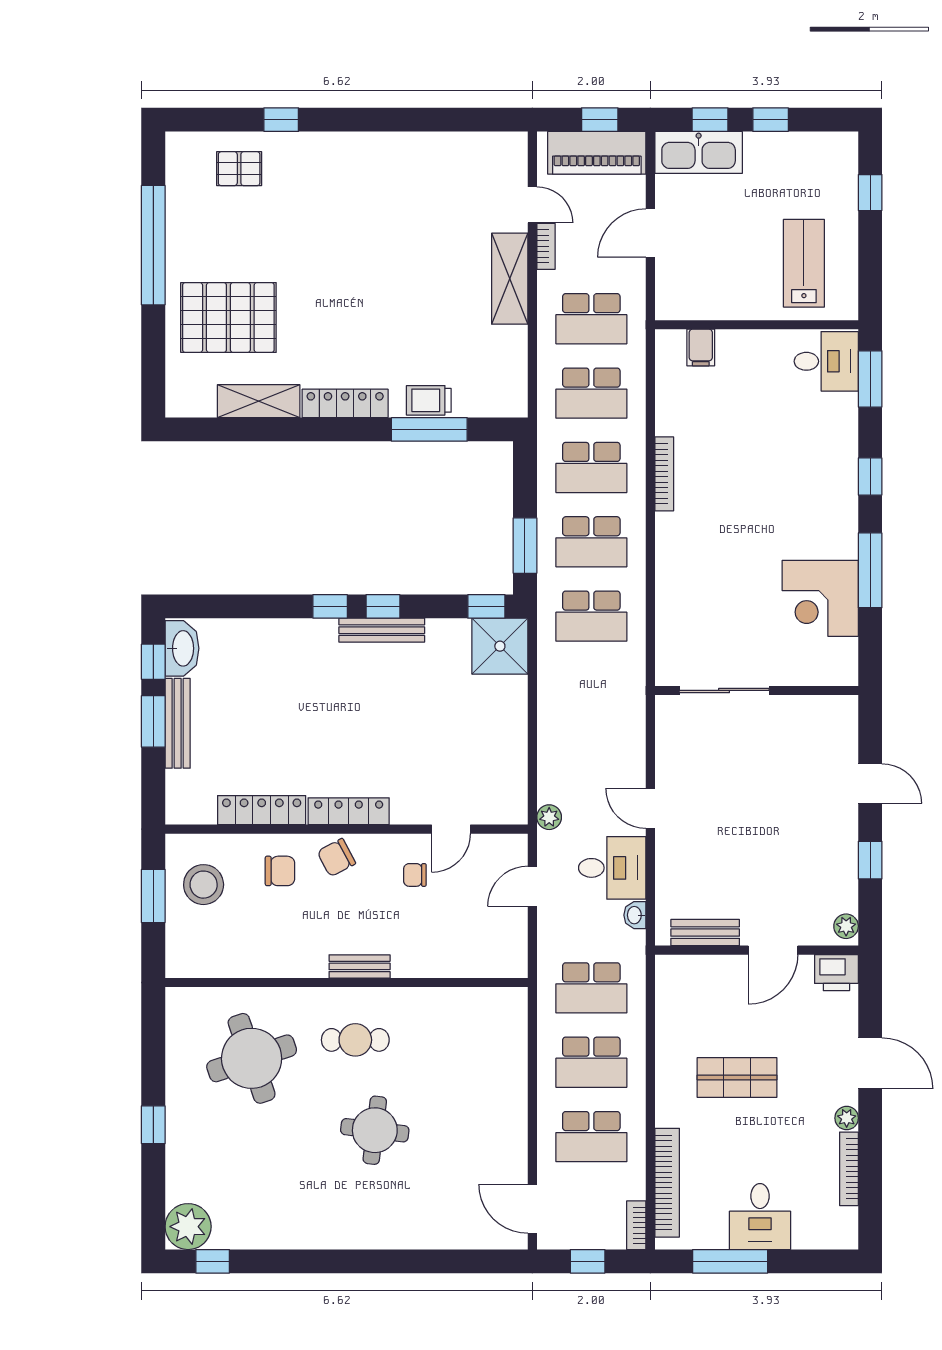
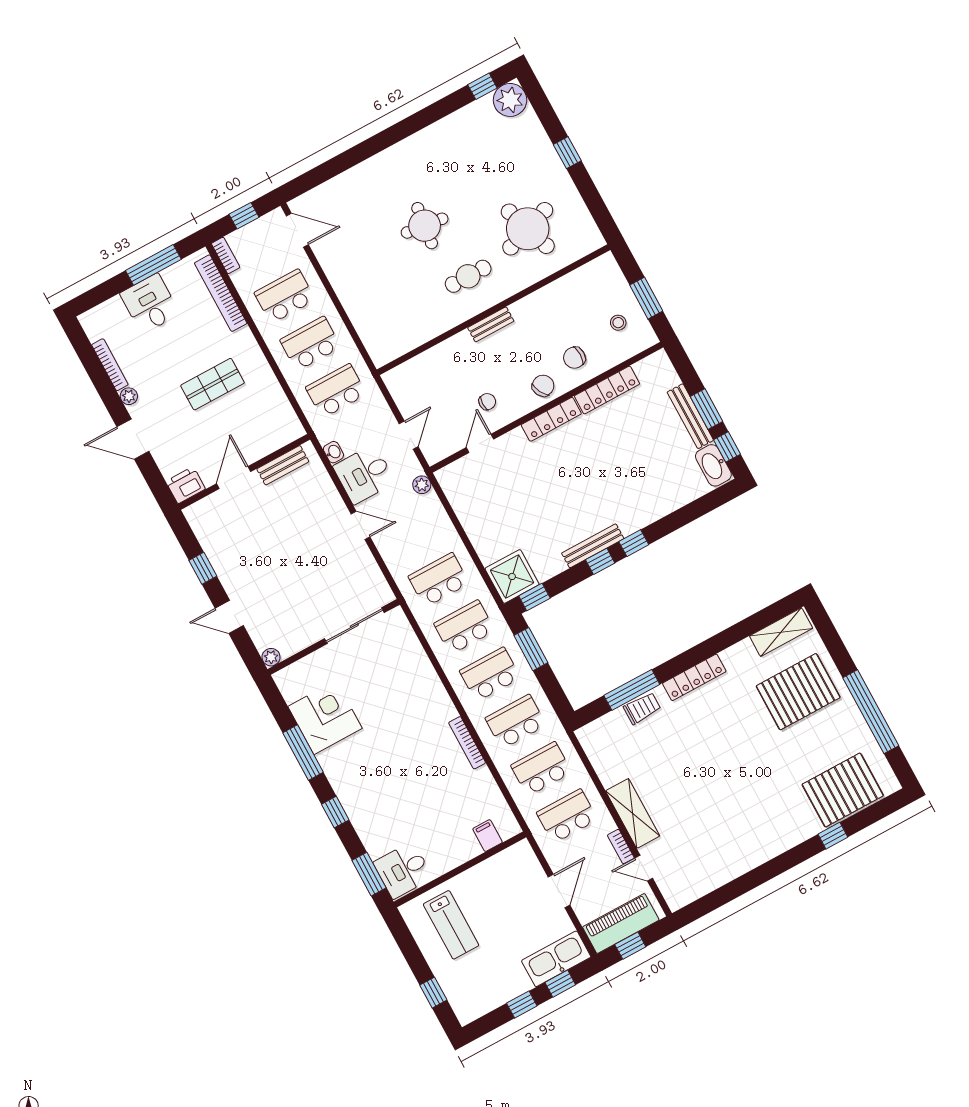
pallet: (239, 169) -> (843, 790), width x2.05, depth x2.00
shelving: (259, 401) -> (781, 632), moved
school desk: (591, 690) -> (439, 580), added
stool: (204, 885) -> (618, 323), width x0.53, depth x0.53
plant: (846, 926) -> (271, 657), moved

